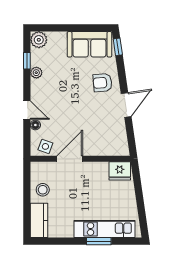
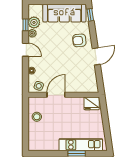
plant: (39, 40) -> (34, 22), moved
sofa: (89, 44) -> (64, 13), width x1.36
door: (27, 110) -> (26, 50), moved
kitchen counter: (39, 220) -> (34, 139), removed

